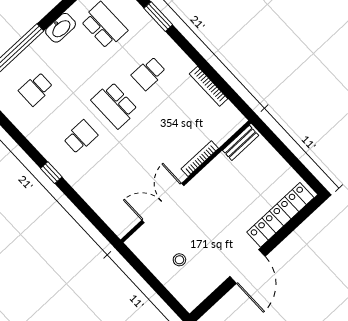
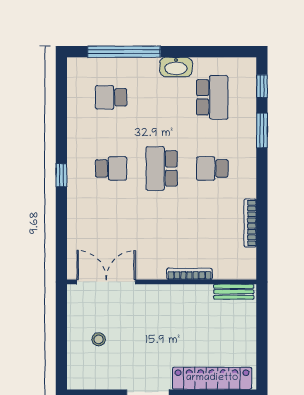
double door: (163, 203) -> (106, 282), moved

